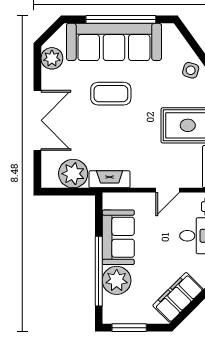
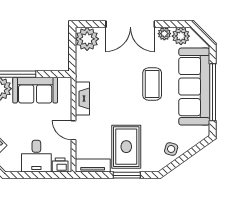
plant: (49, 79) -> (164, 34), added
plant: (73, 174) -> (87, 39), moved
fireplace: (110, 179) -> (82, 99), moved

